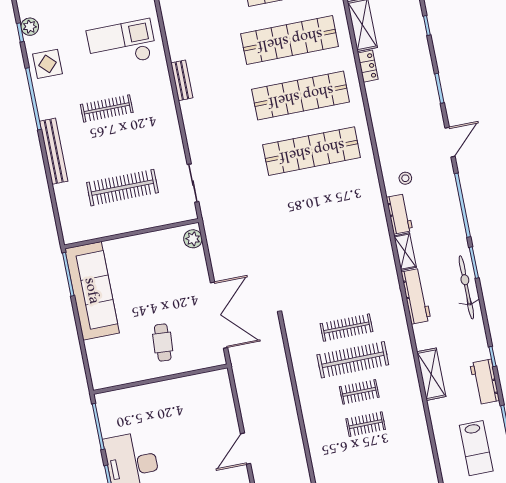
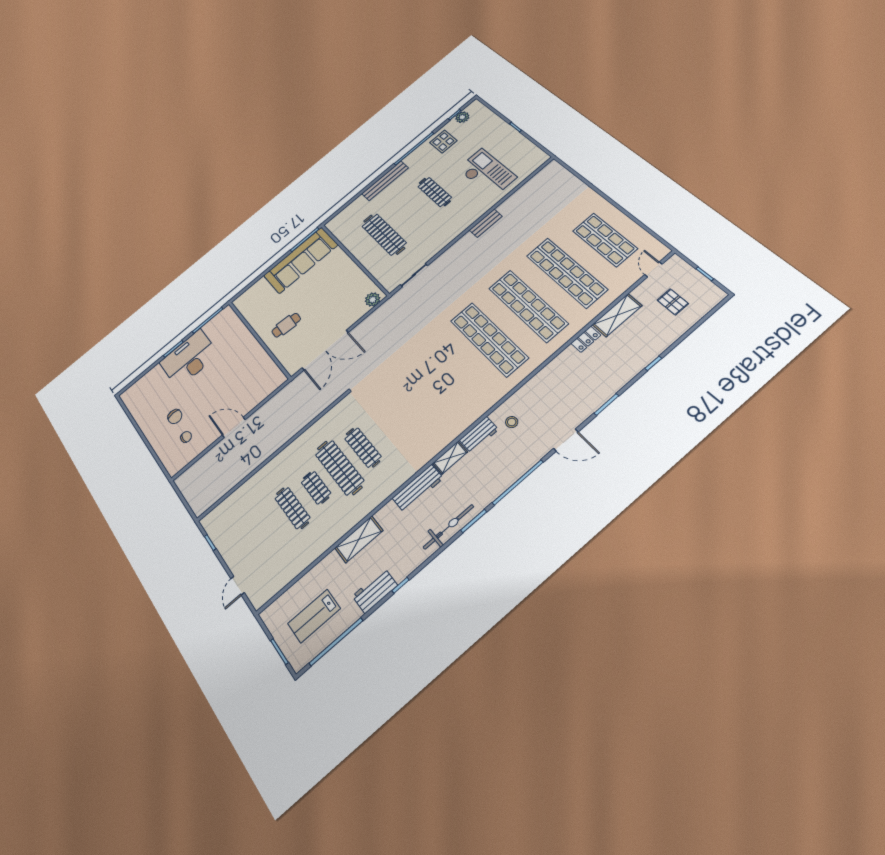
clothes rail: (366, 424) -> (292, 508), width x1.36

